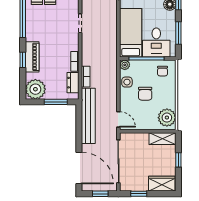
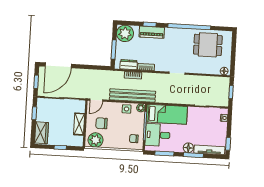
chair: (145, 94) -> (102, 123), moved
bench: (88, 116) -> (132, 95), moved
shelving: (162, 139) -> (79, 124), moved

